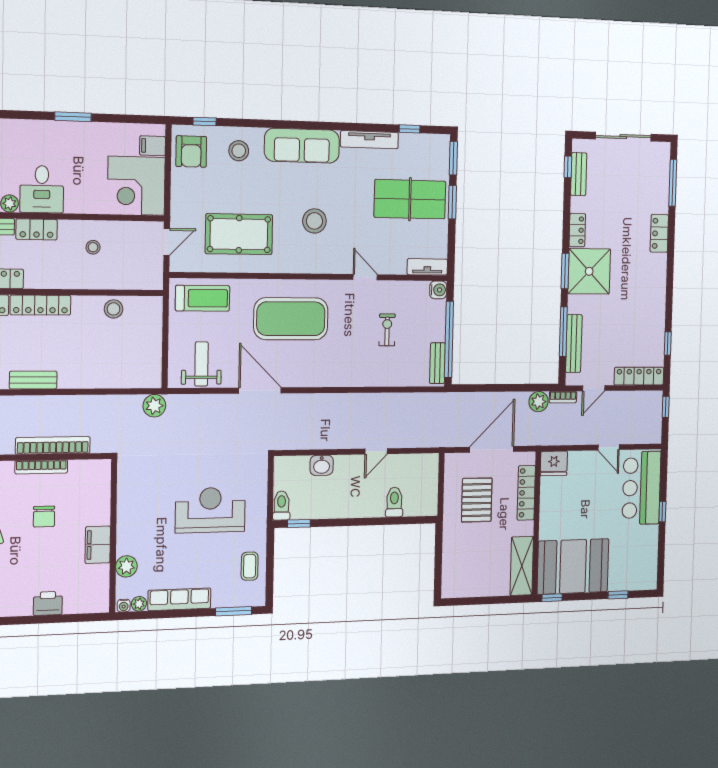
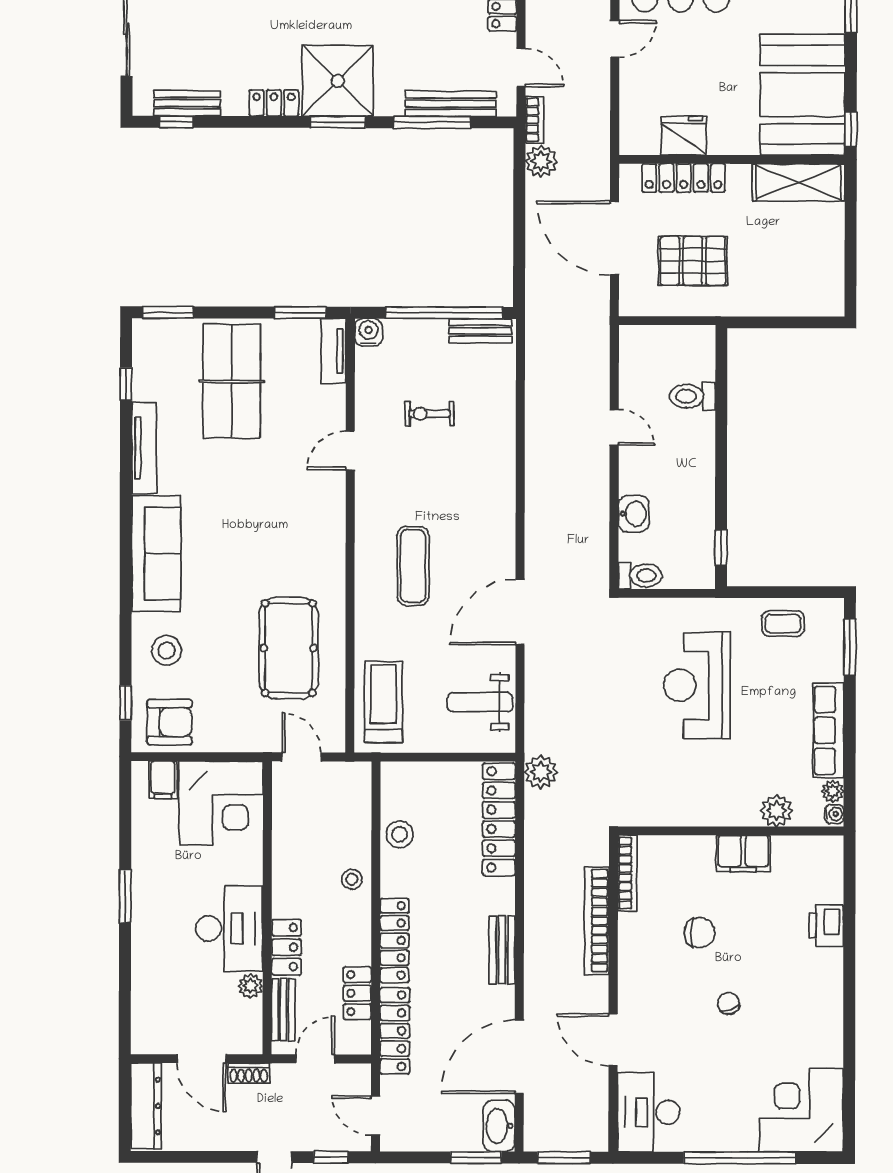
desk: (42, 189) -> (229, 929), width x1.37
window: (452, 202) -> (300, 313), moved
stool: (314, 221) -> (267, 532), removed
stool: (93, 247) -> (352, 879), moved
exercise mat: (291, 319) -> (413, 566), width x0.50, depth x0.69
locker: (123, 377) -> (499, 819), added
fridge: (554, 463) -> (684, 136), moved, turned -90
bookcase: (41, 467) -> (627, 873), moved
toilet: (281, 506) -> (640, 576), moved, turned 180

